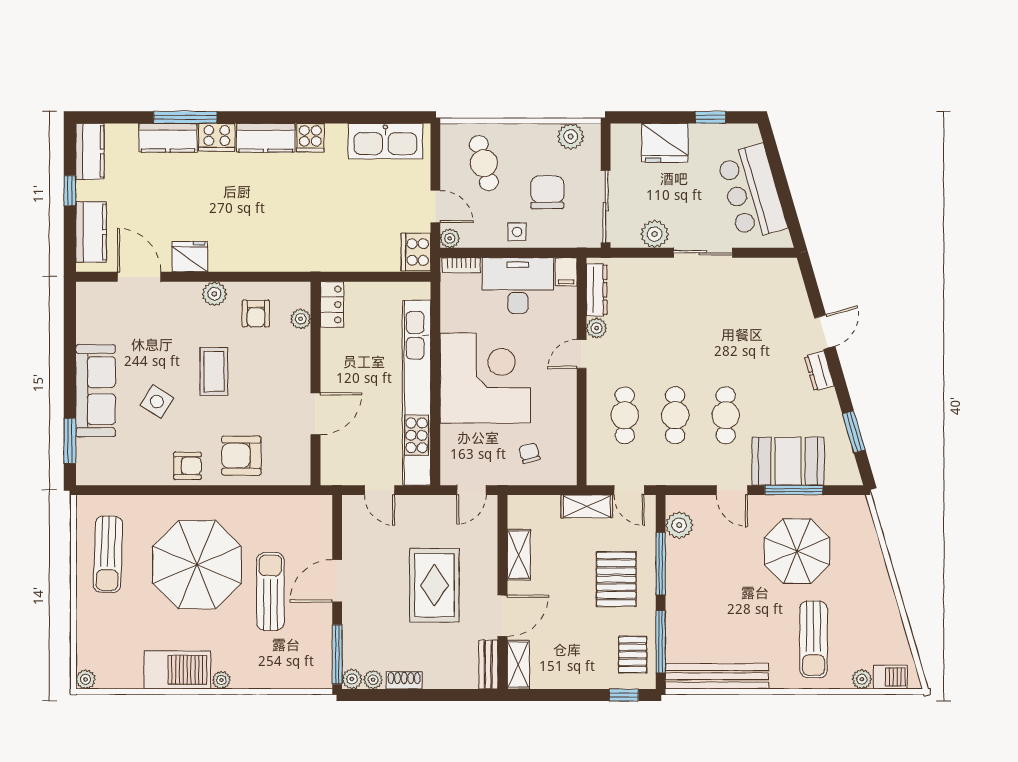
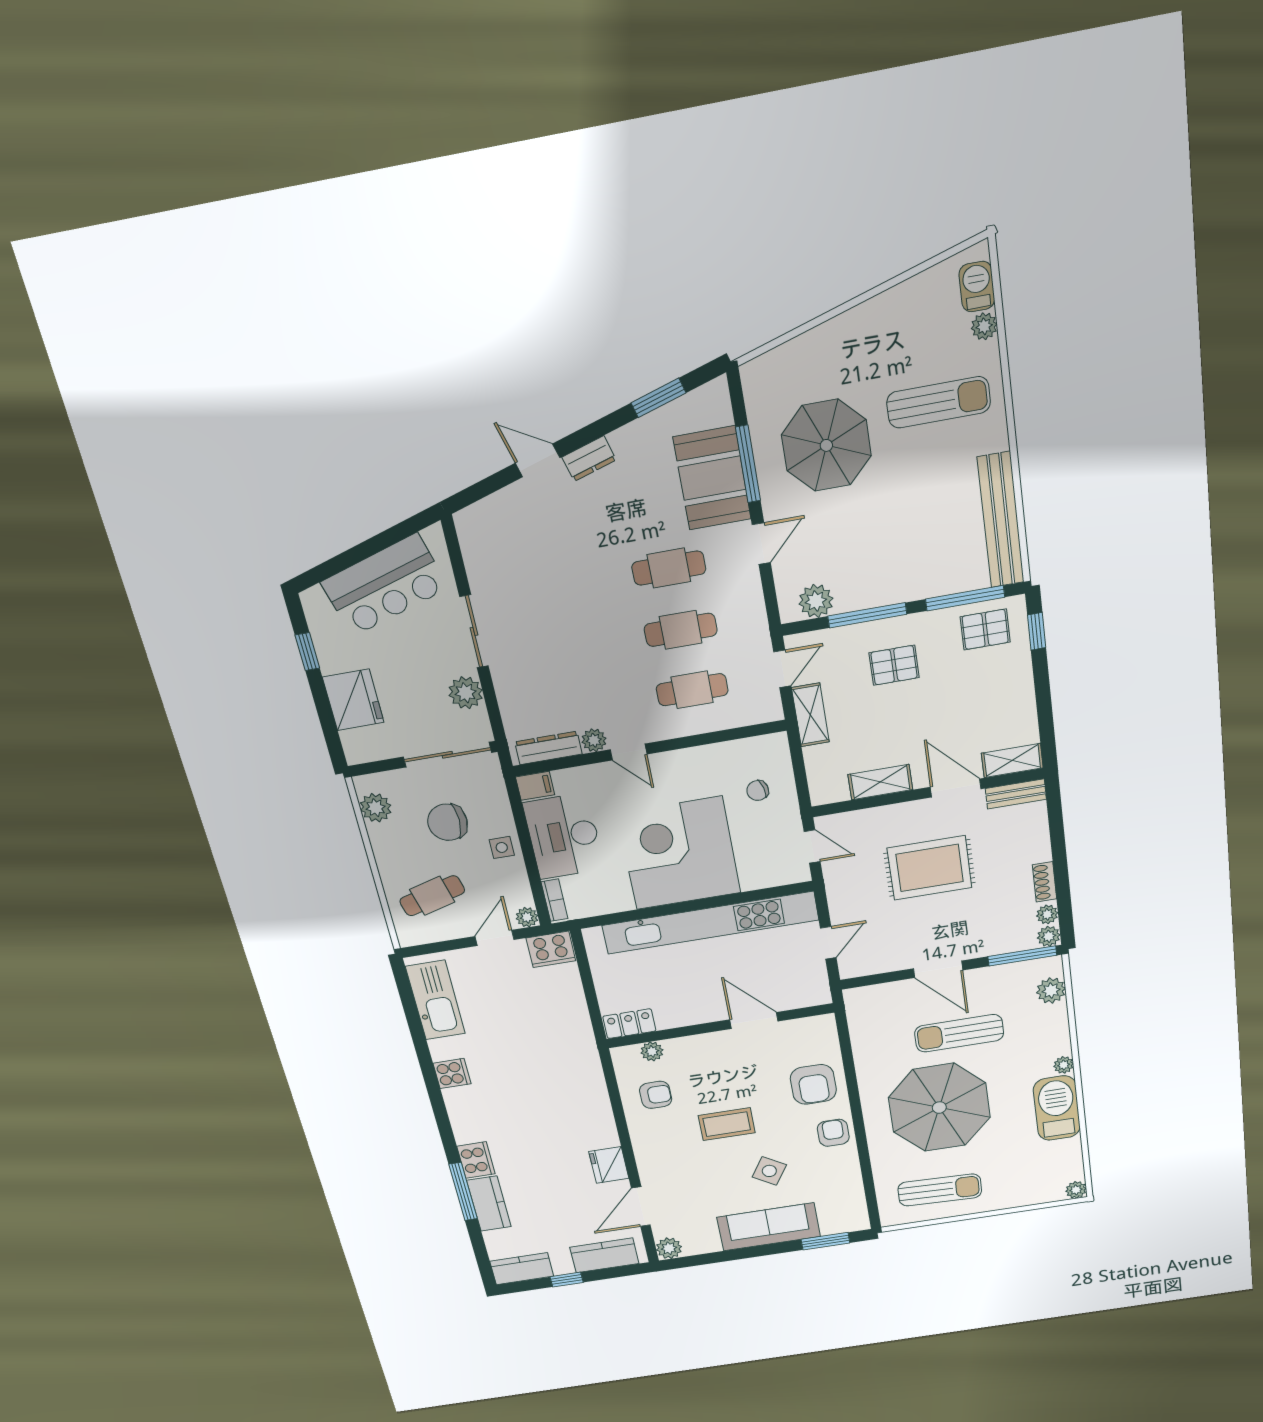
kitchen counter: (266, 138) -> (464, 1115), removed
plant: (214, 294) -> (669, 1248), moved
pallet: (616, 579) -> (894, 665), width x0.67, depth x0.71
plant: (299, 676) -> (1051, 991), added

